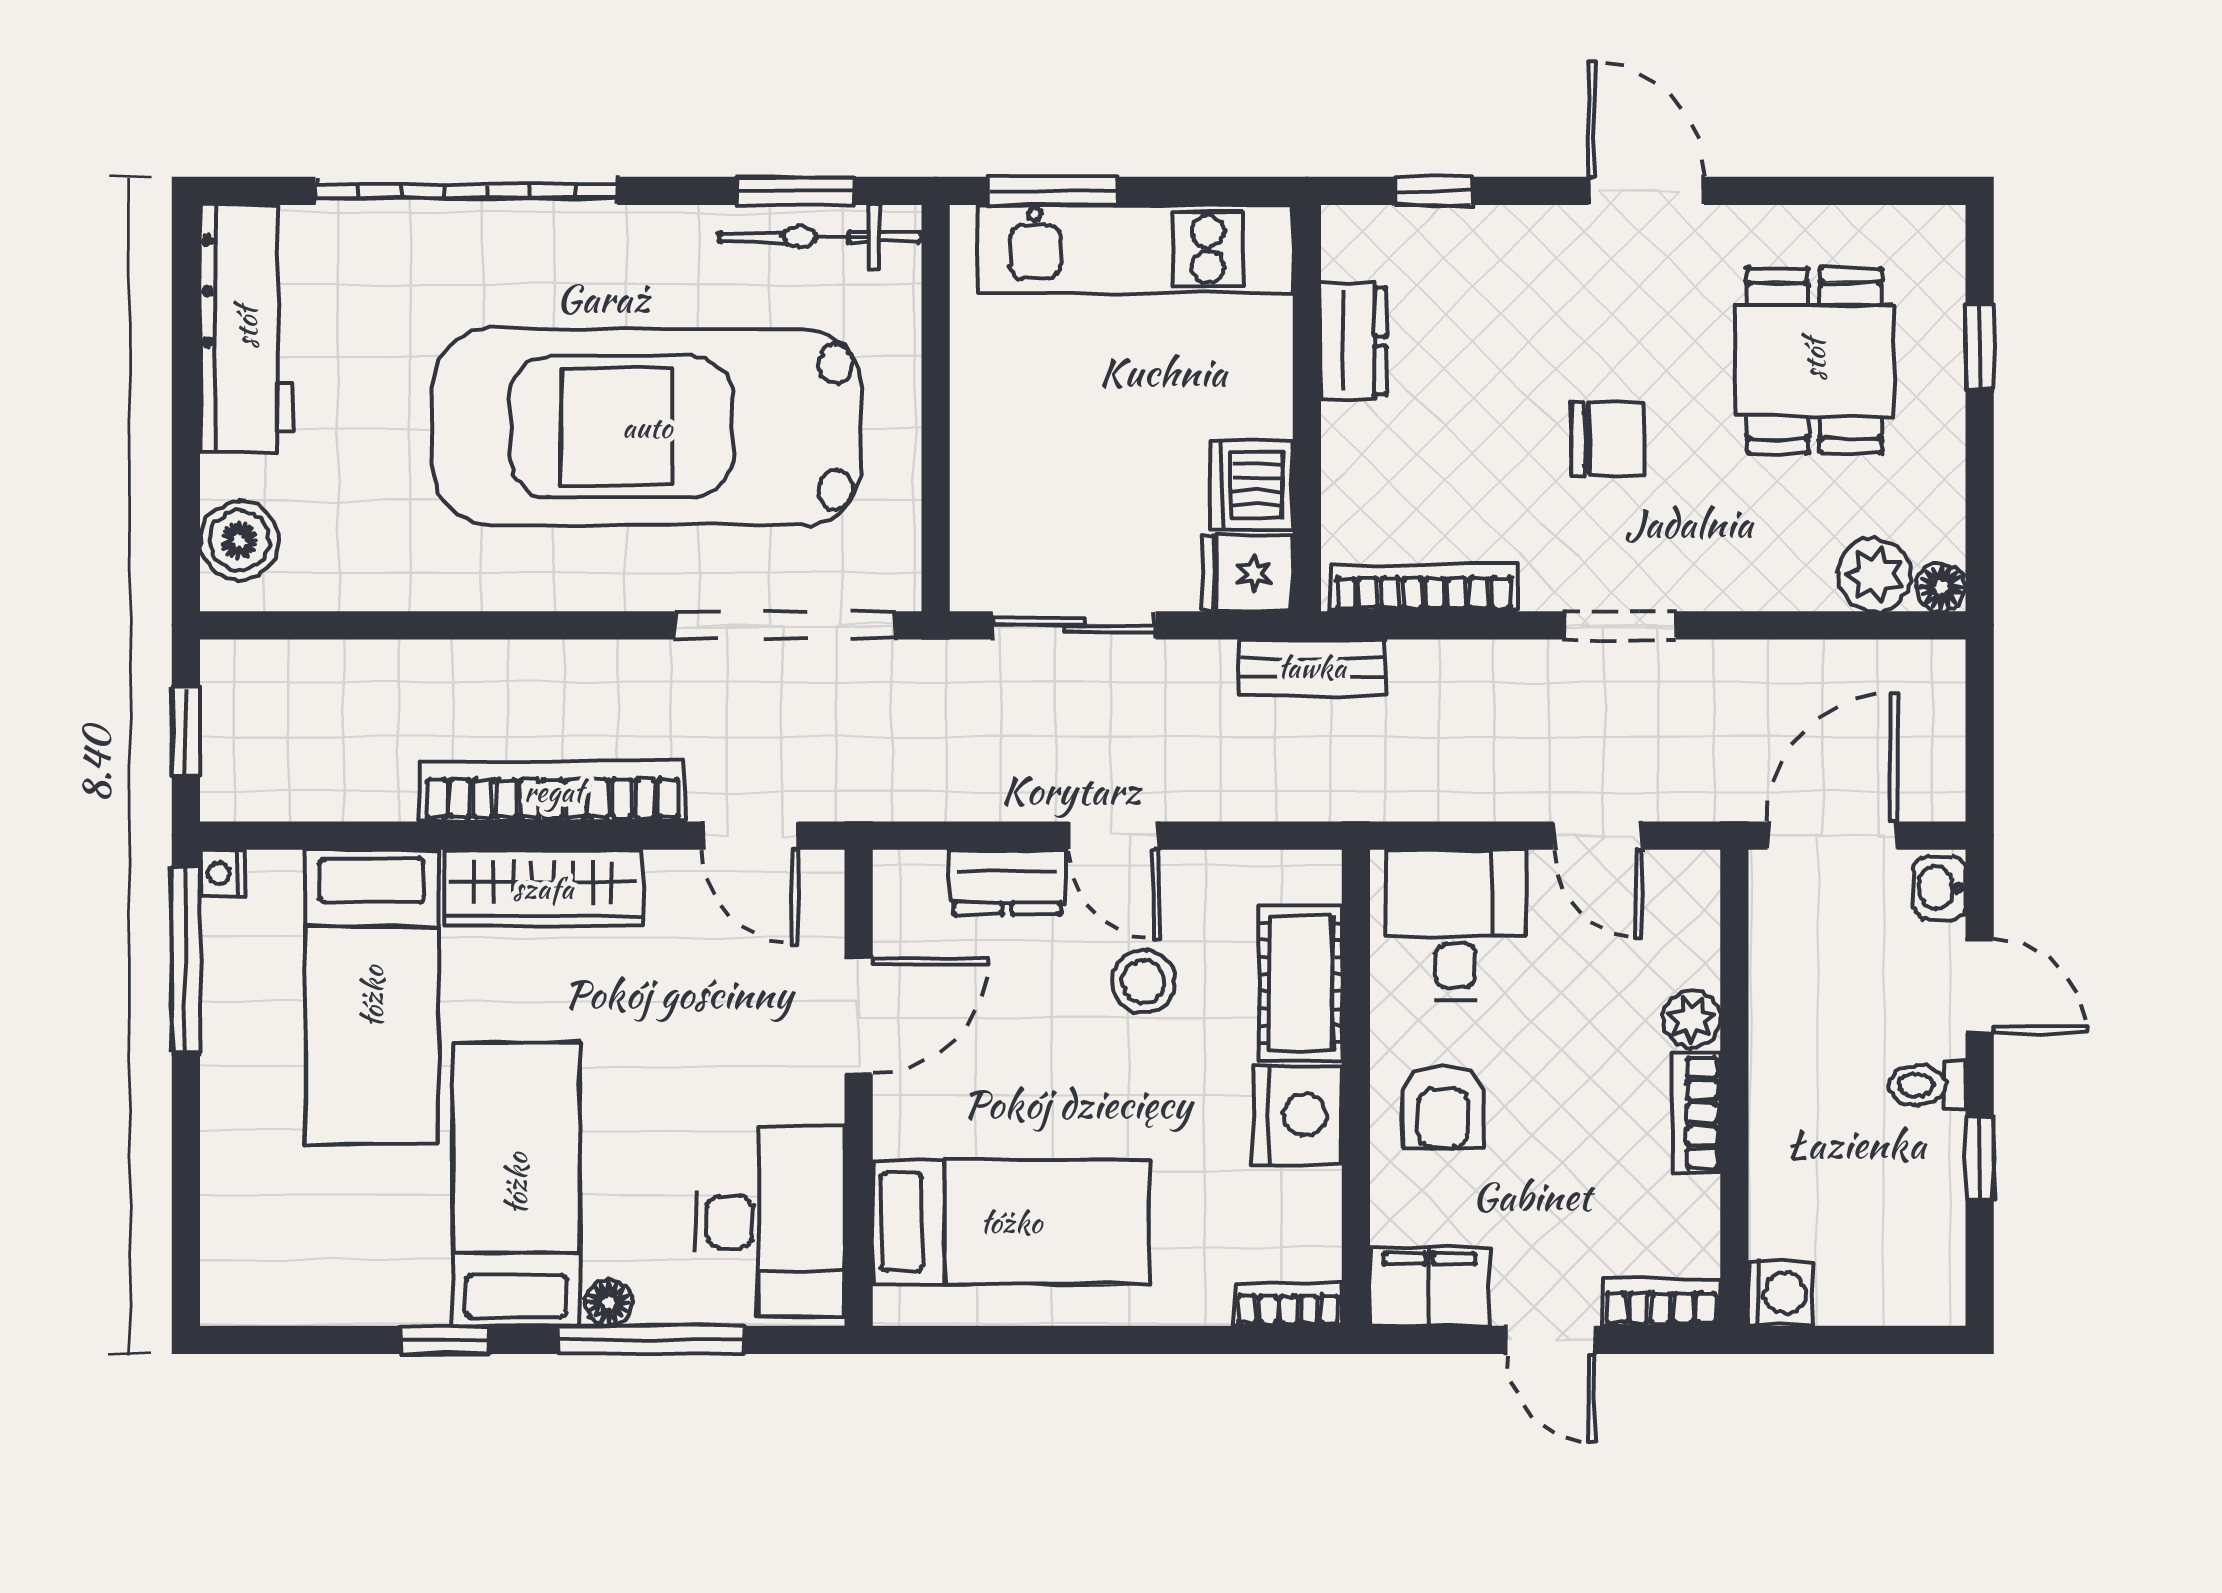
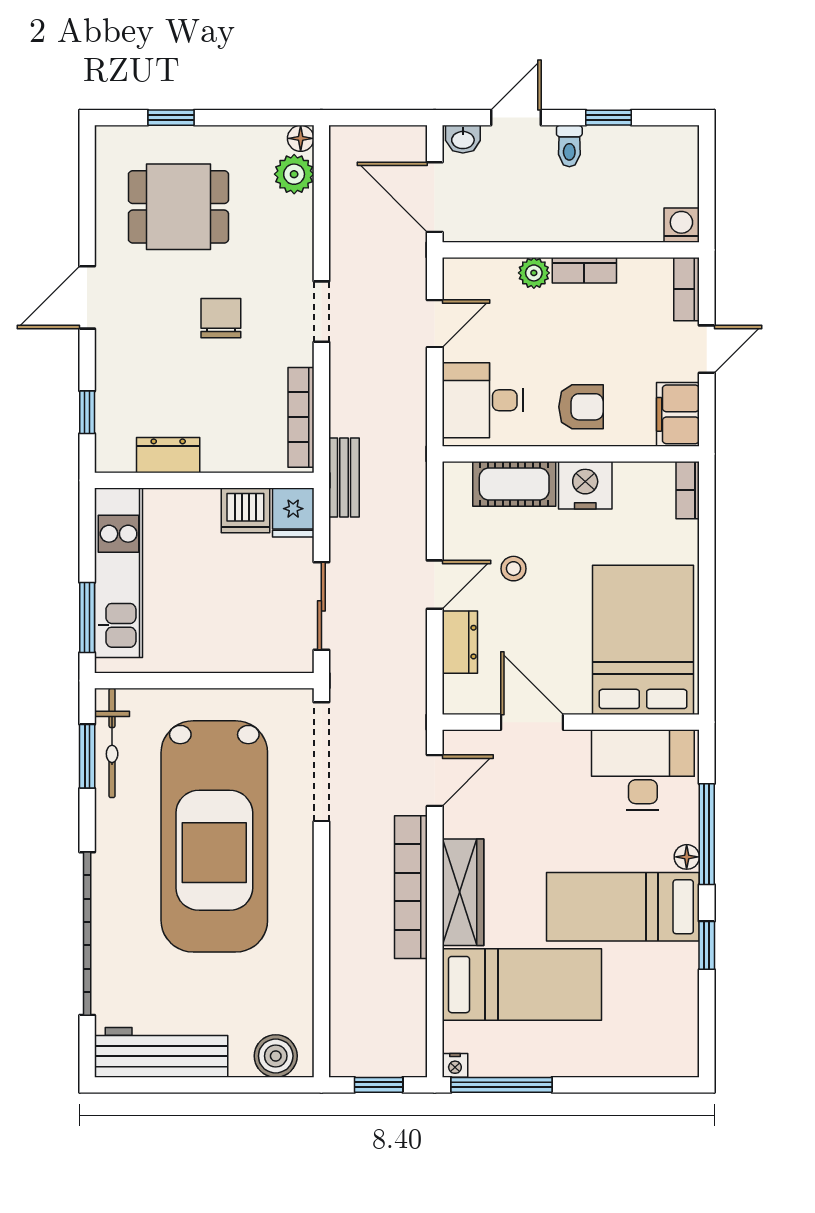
stool: (1143, 982) -> (514, 569), width x0.73, depth x0.73
bed: (1011, 1222) -> (643, 640), width x1.50

